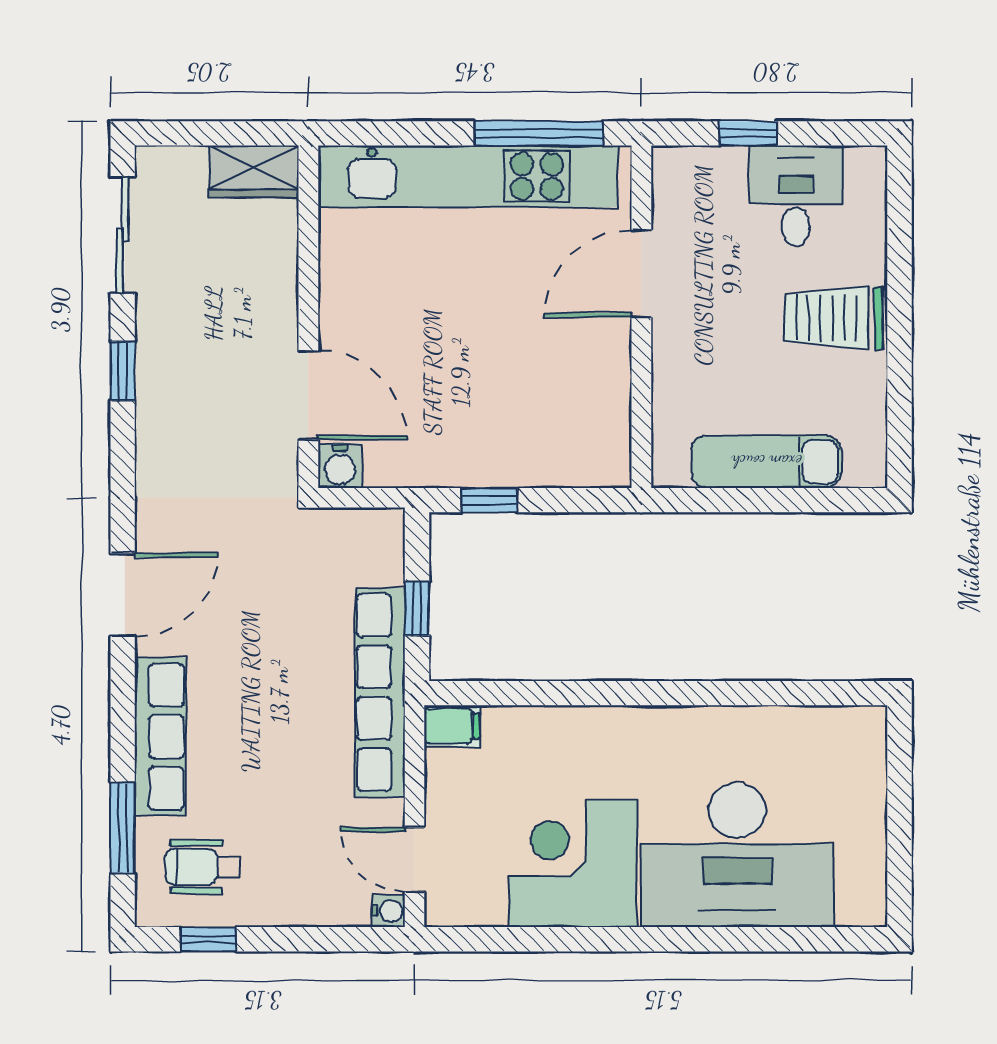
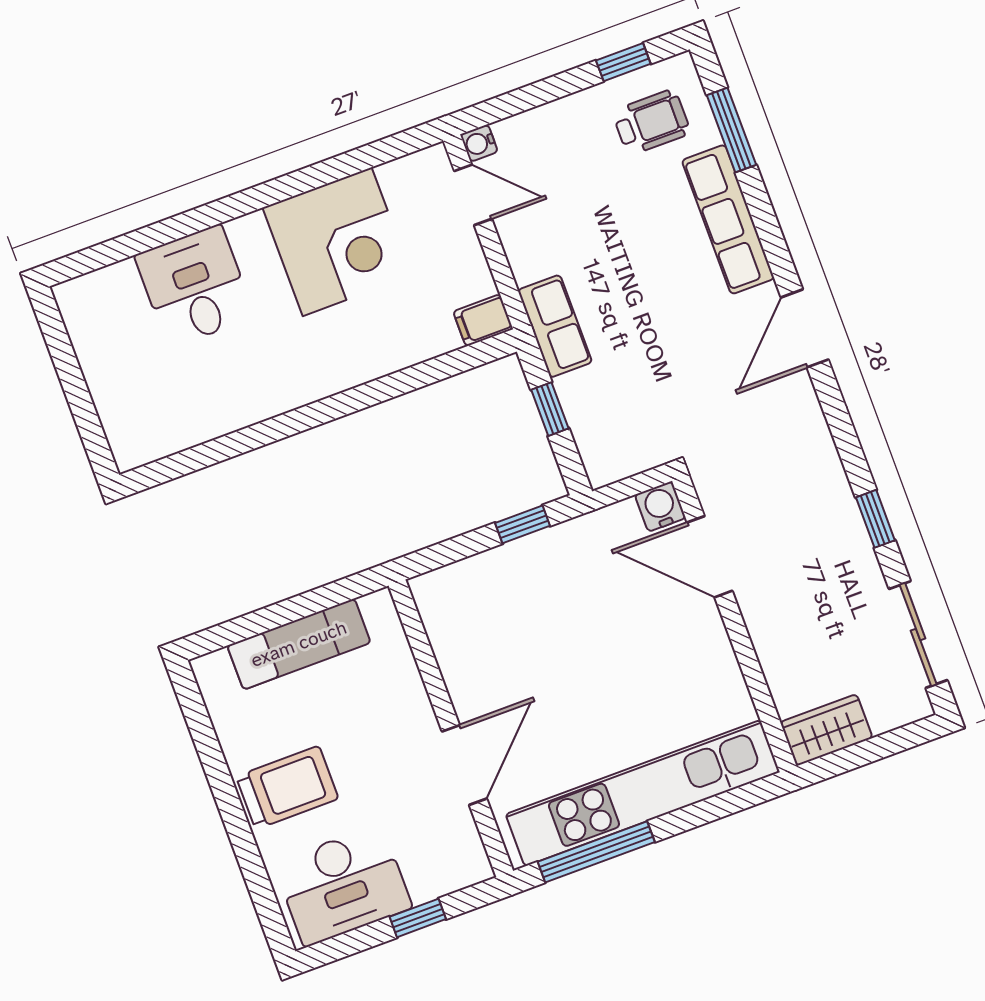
desk: (796, 196) -> (343, 885), width x1.37
row of seats: (380, 693) -> (555, 326), width x0.50
desk: (737, 855) -> (195, 286), width x0.53, depth x0.77

